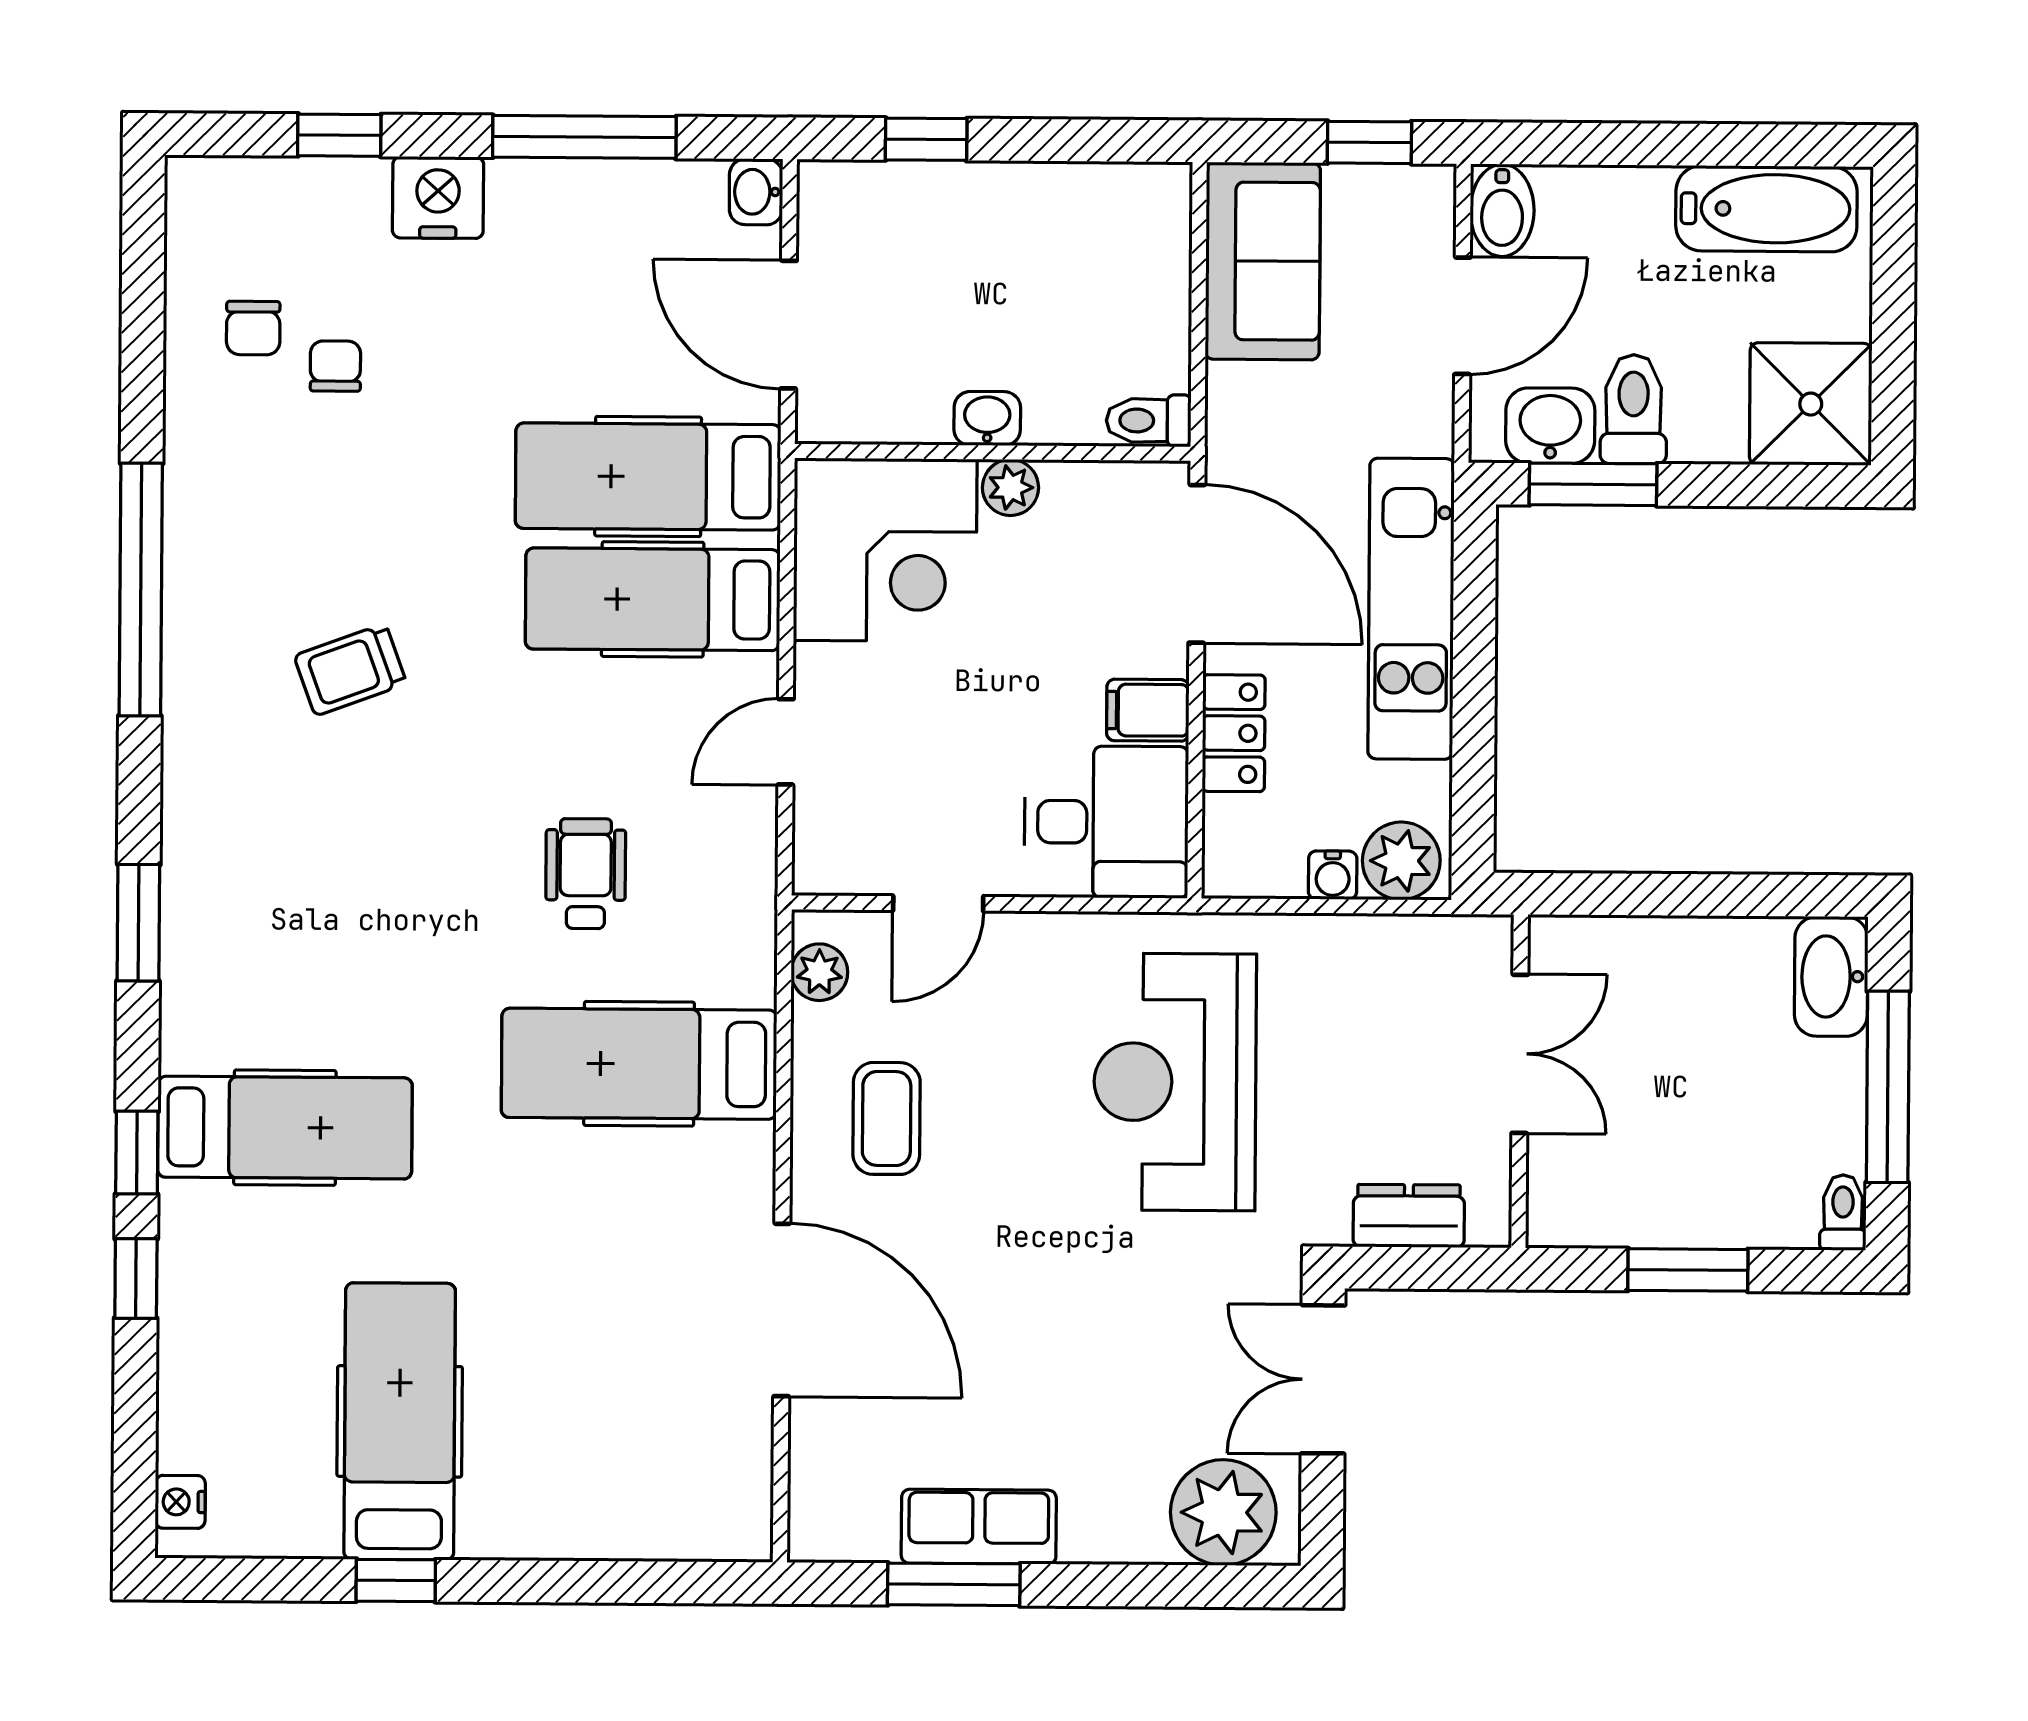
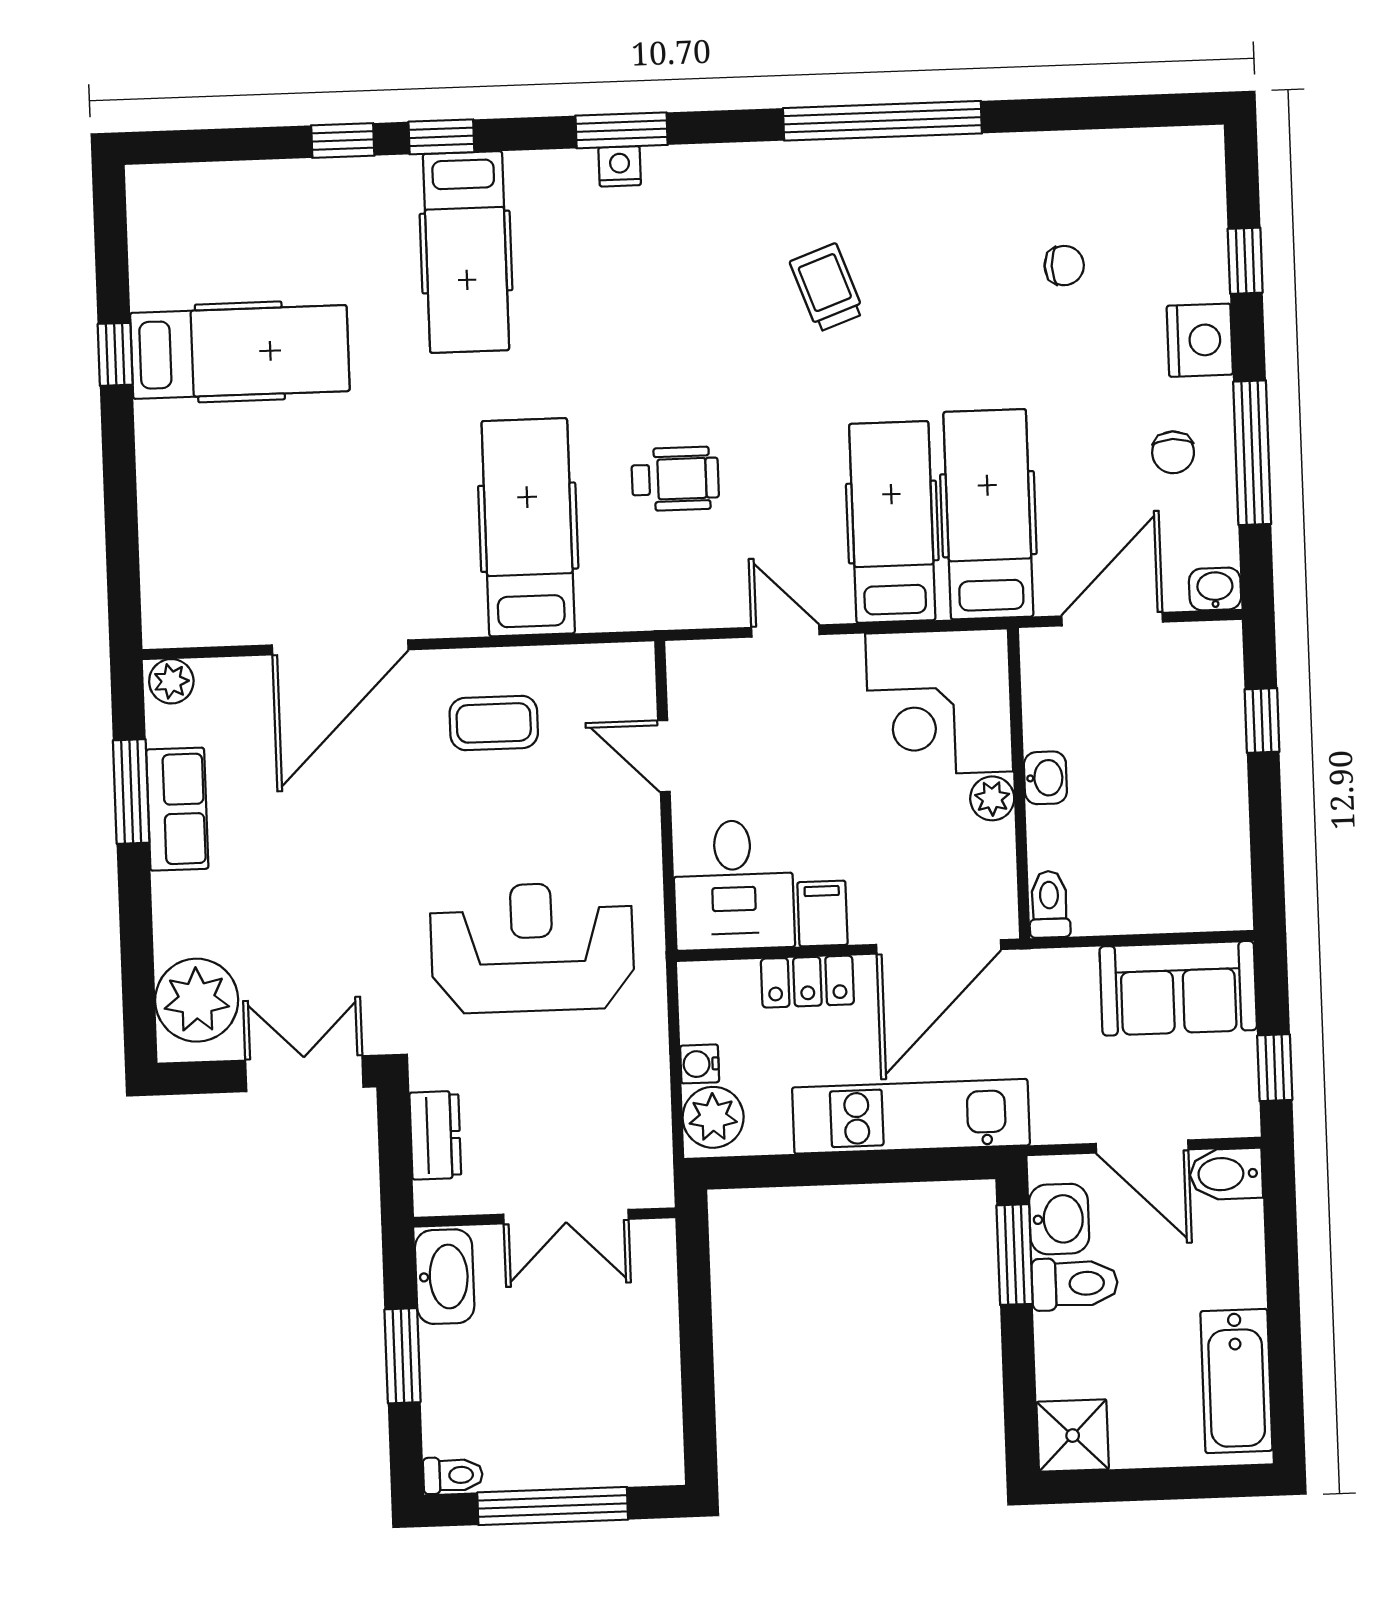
chair: (253, 328) -> (1173, 452), moved, turned -90
shower: (1811, 404) -> (1073, 1436), width x0.73, depth x0.73
plant: (819, 972) -> (171, 681), moved
washbasin: (1831, 976) -> (445, 1277), moved, turned 90
nightstand: (180, 1502) -> (620, 166), moved

